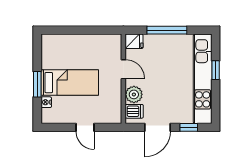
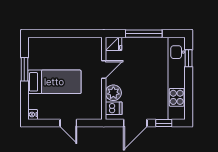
door: (123, 69) -> (104, 70), hinge flipped
window: (216, 70) -> (189, 58), moved
window: (37, 84) -> (24, 69), moved
nightstand: (46, 102) -> (33, 114), moved

